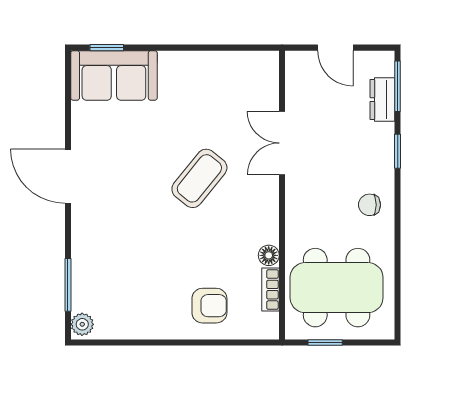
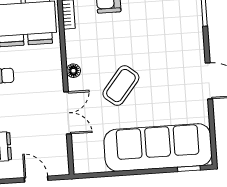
sofa: (114, 75) -> (158, 148), width x1.85, depth x1.27
floor lamp: (269, 255) -> (73, 71), moved

